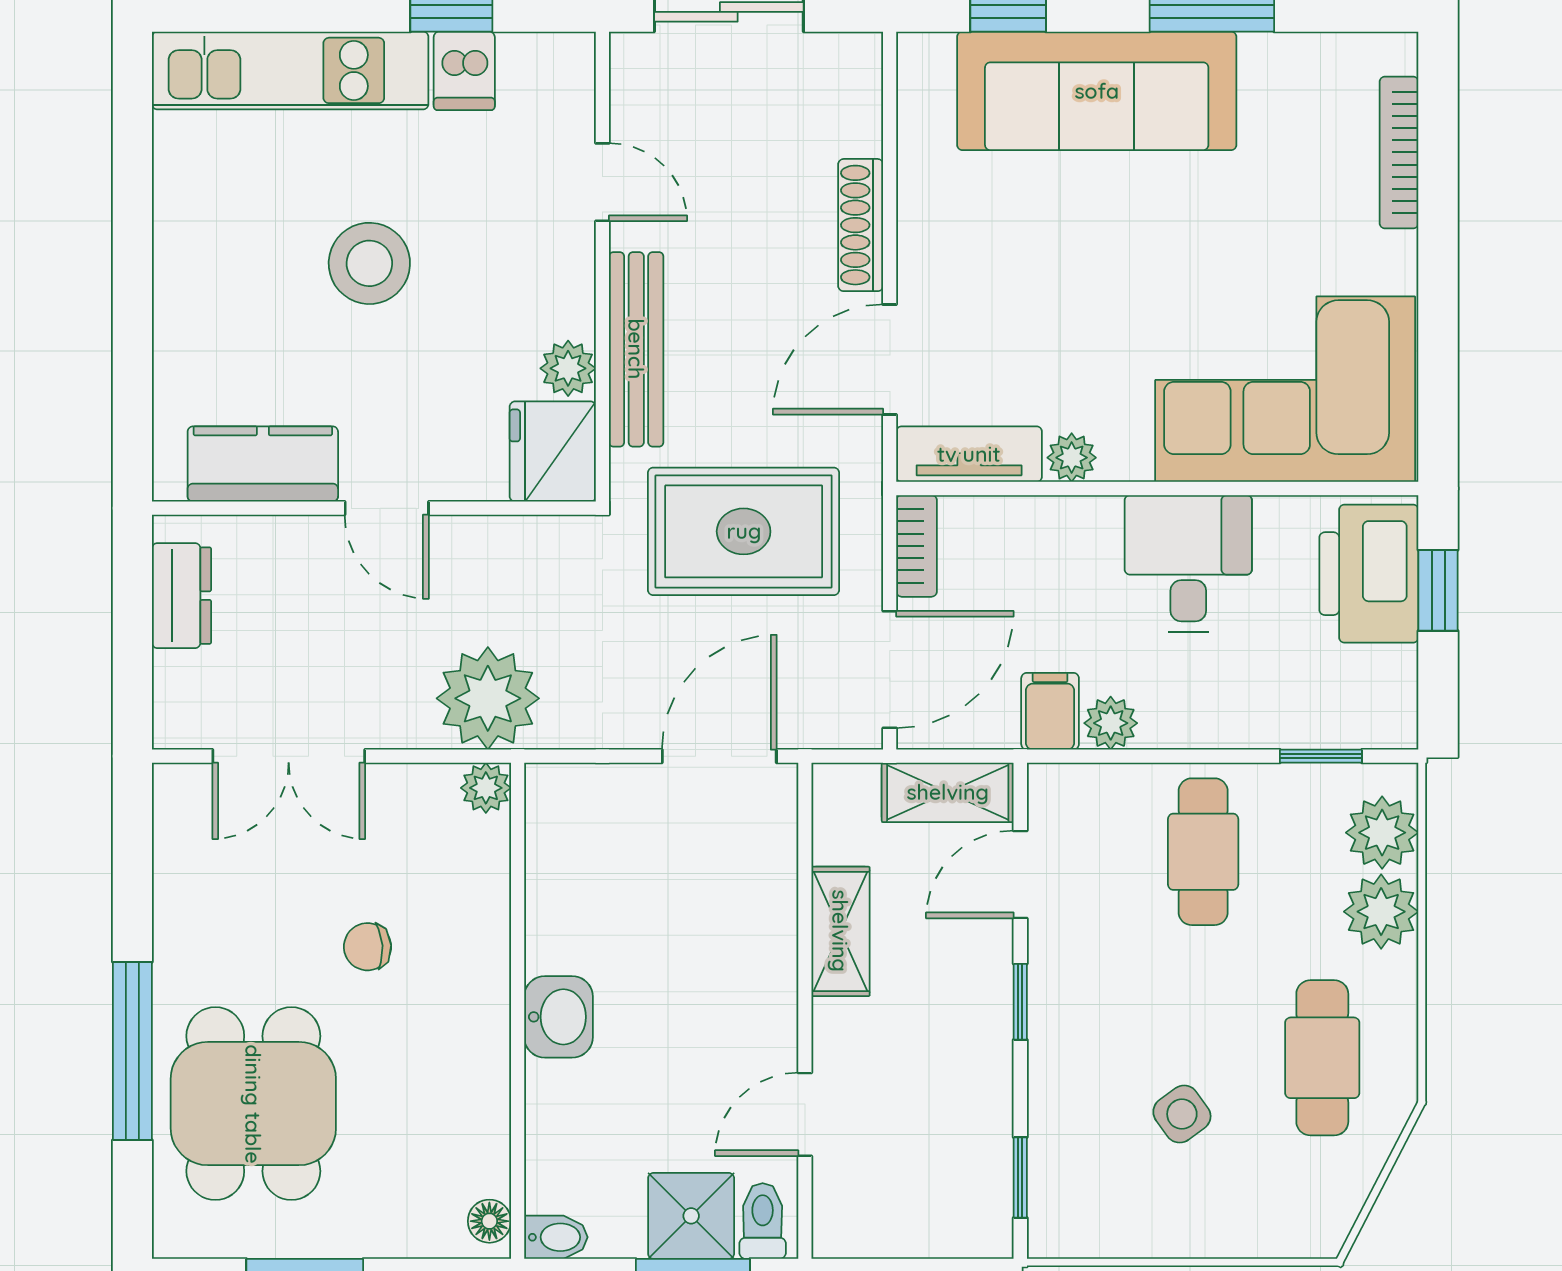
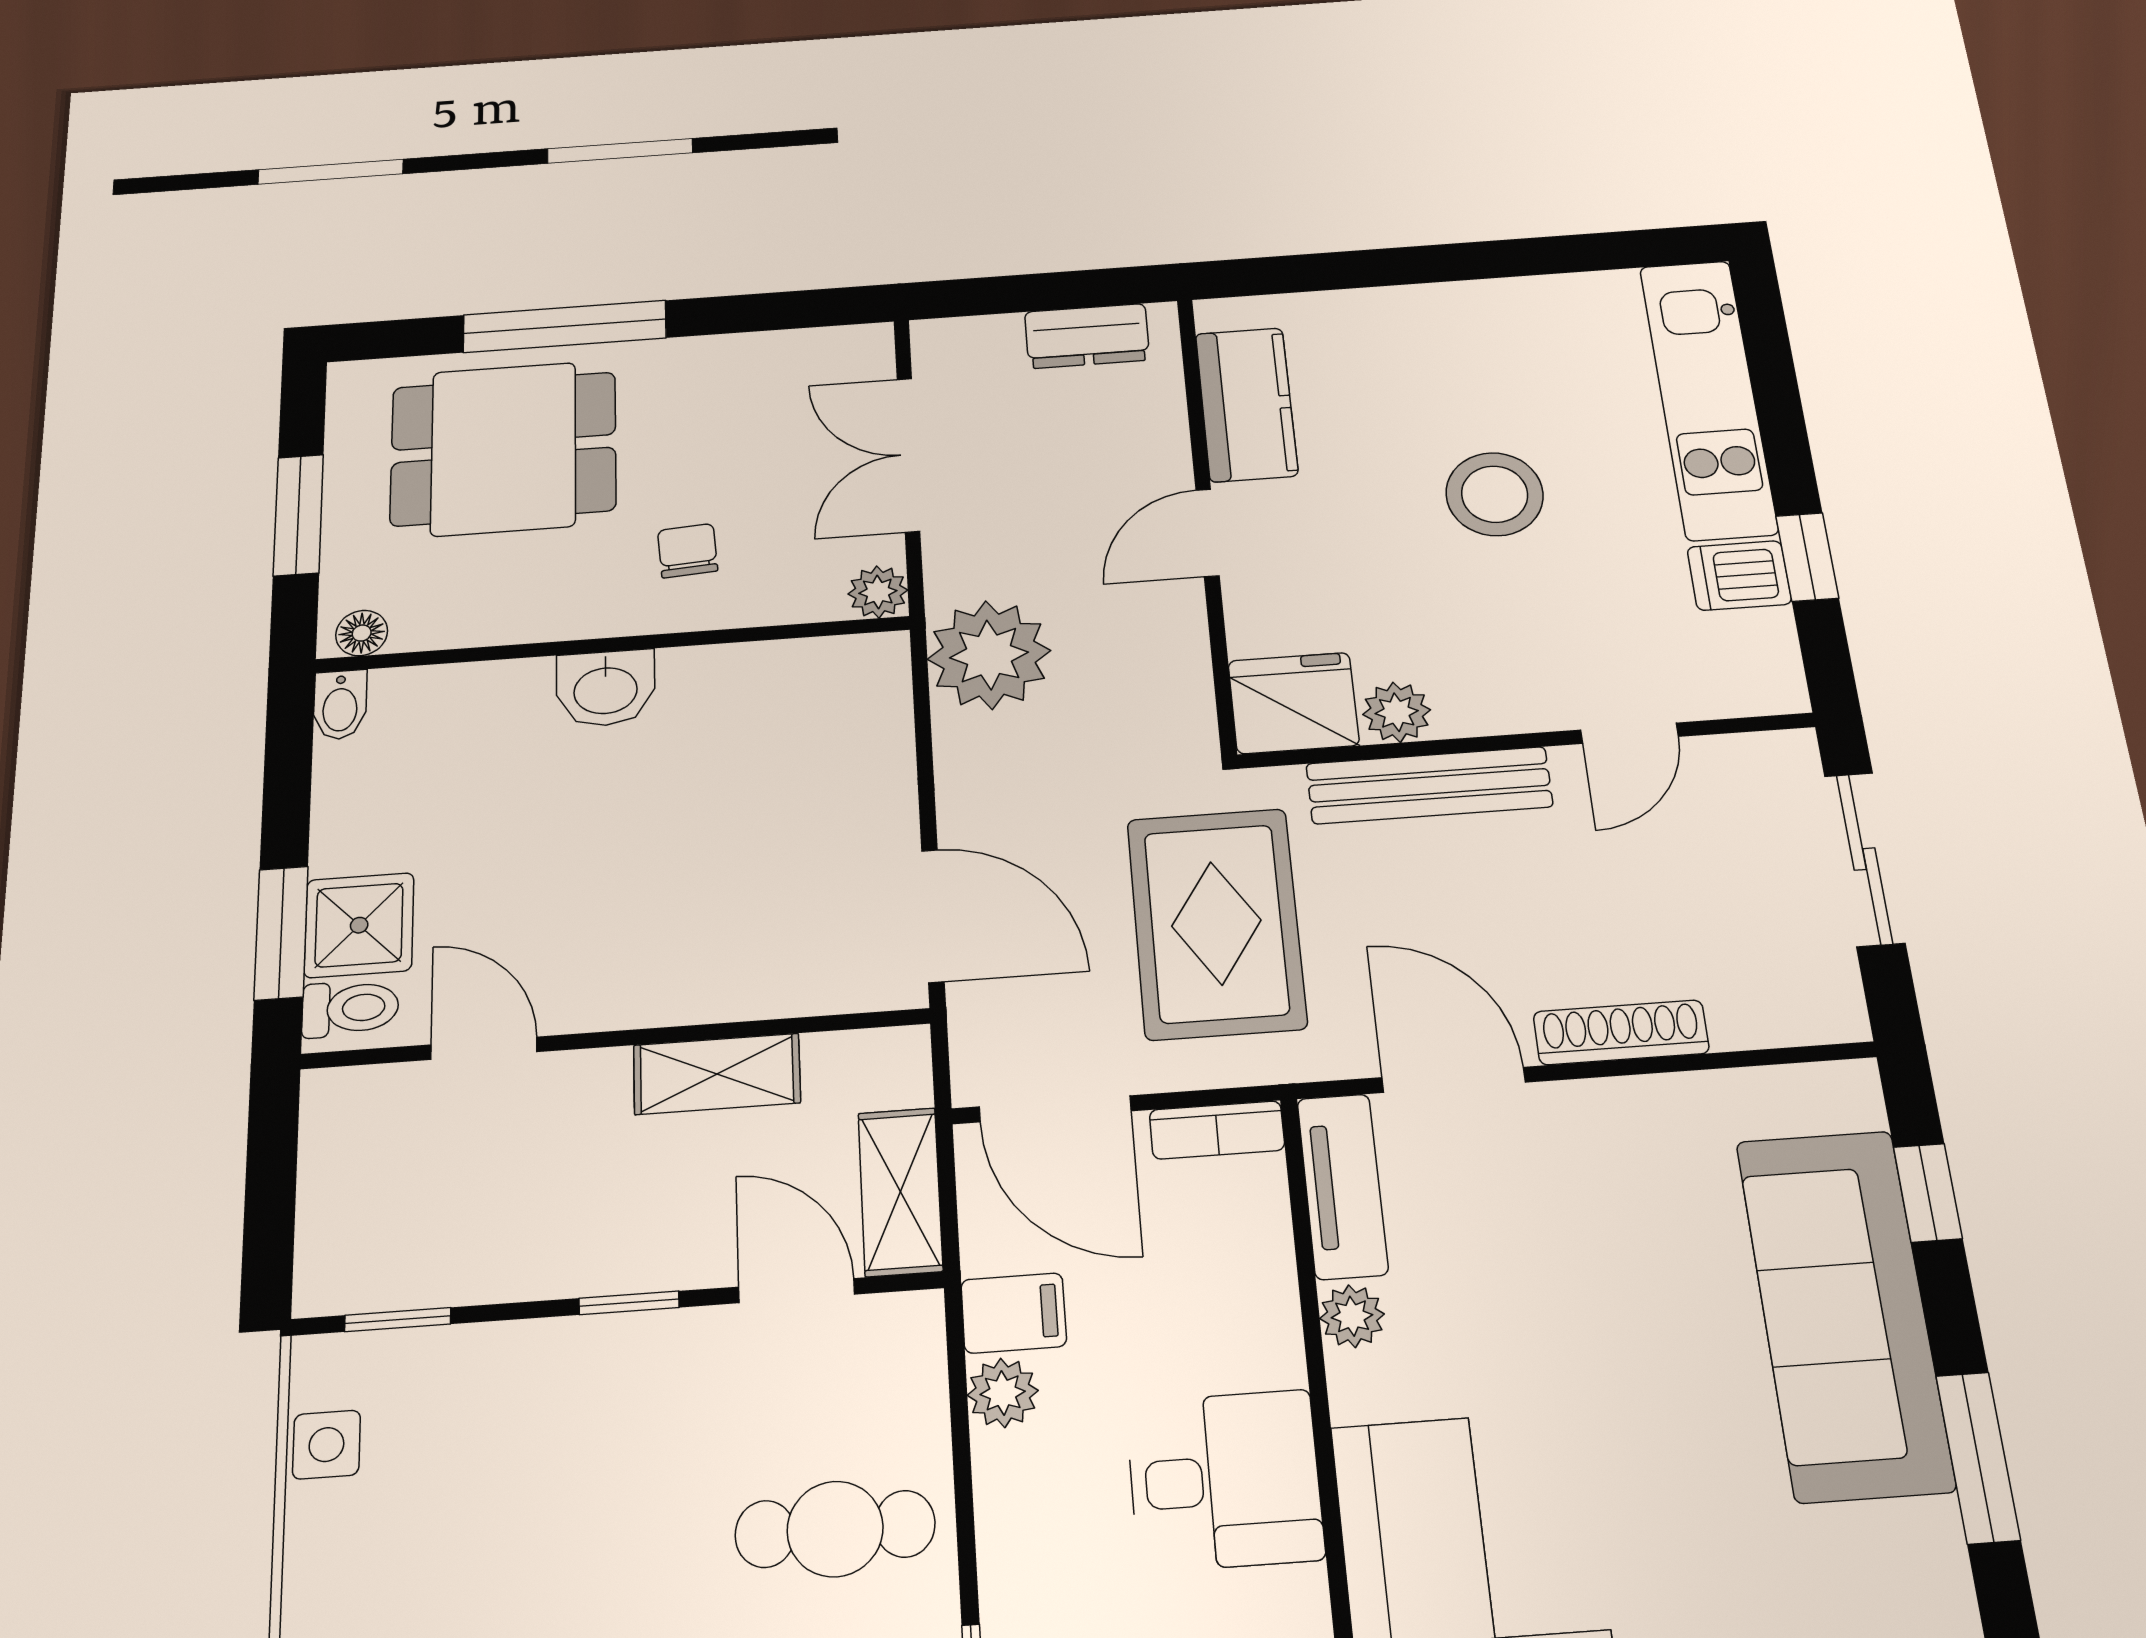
plant: (486, 788) -> (878, 592), moved
wall: (518, 1011) -> (613, 644), moved
washbasin: (558, 1017) -> (606, 688), moved
side table: (1182, 1114) -> (326, 1445), moved, turned 36
floor lamp: (489, 1221) -> (362, 633), moved
bidet: (556, 1237) -> (340, 705), moved

